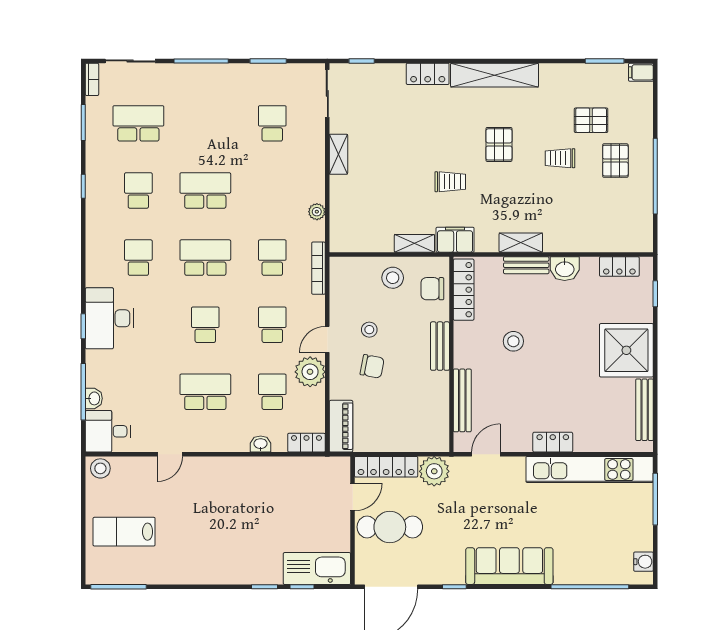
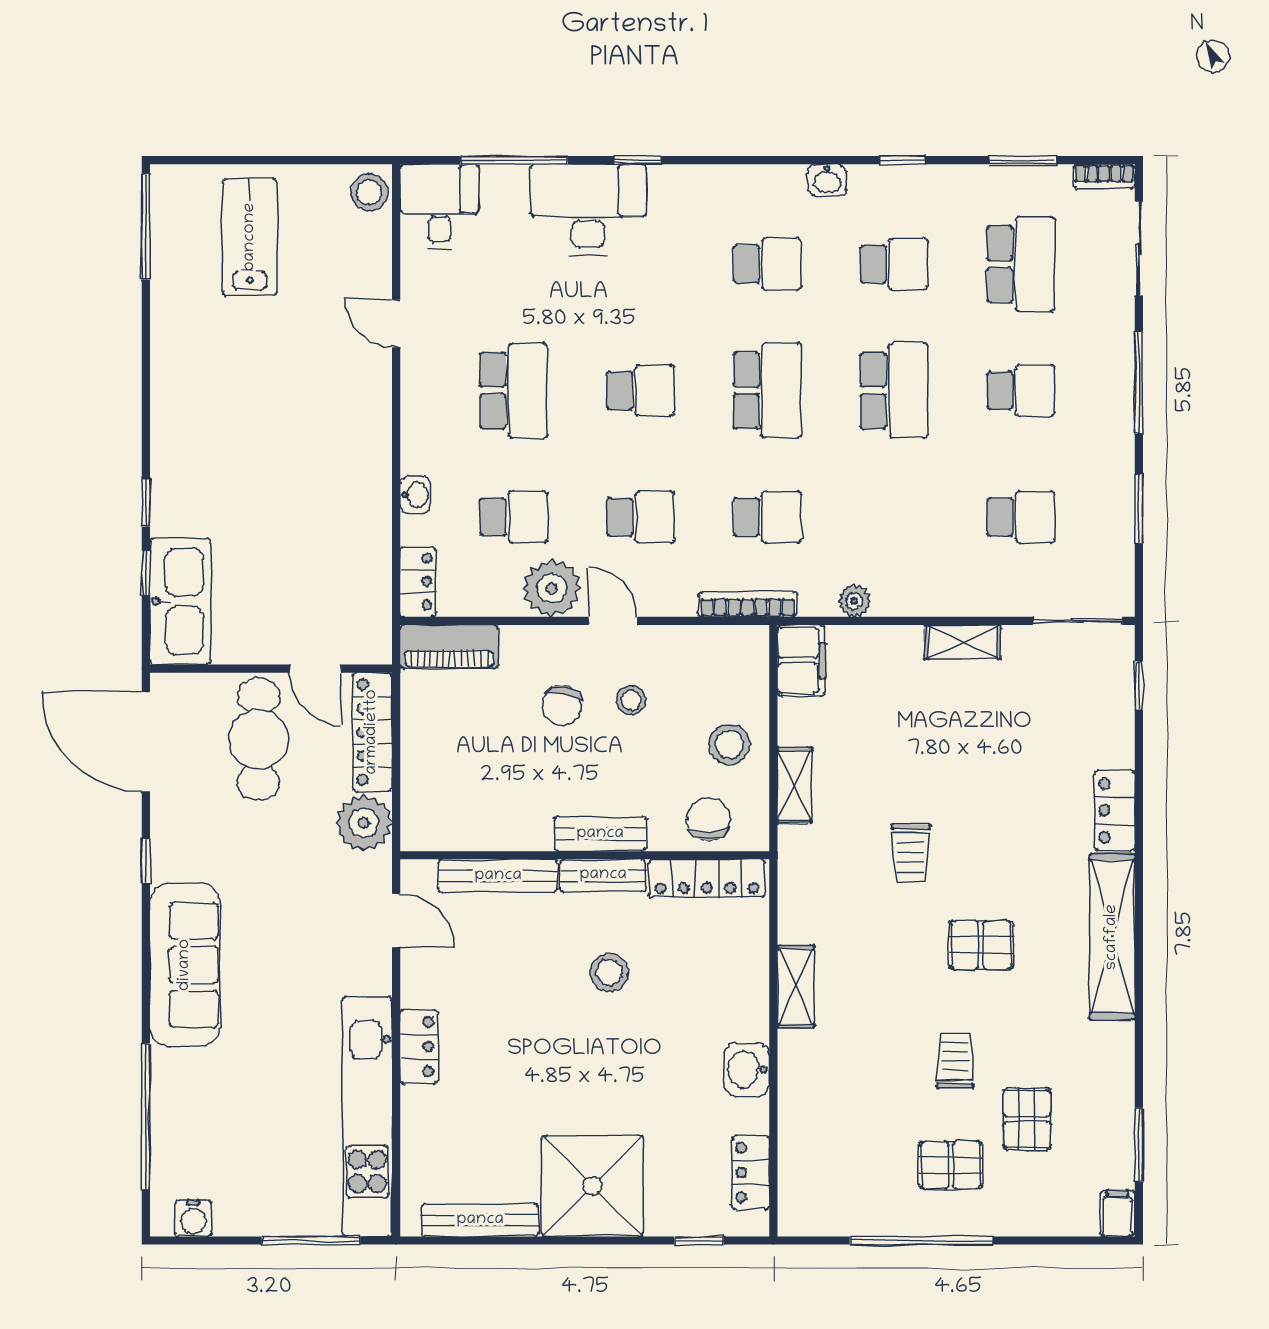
school desk: (205, 123) -> (1021, 391), added
filing cabinet: (455, 240) -> (801, 661), moved
bench: (526, 265) -> (603, 875), moved, turned 90
desk: (109, 318) -> (588, 209), moved
washbasin: (94, 398) -> (827, 180), moved

